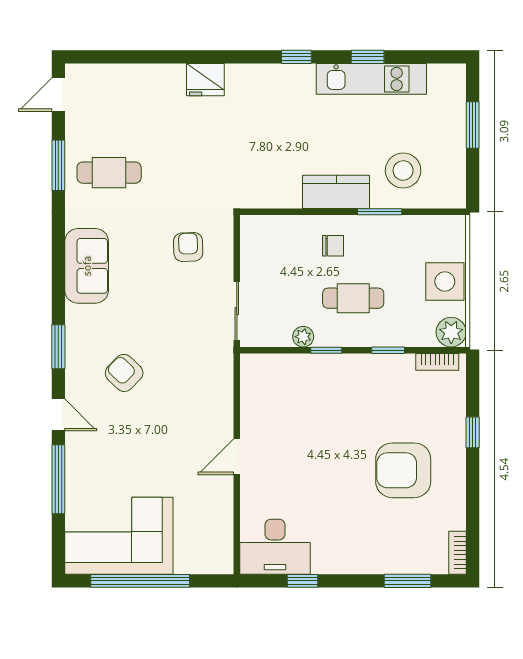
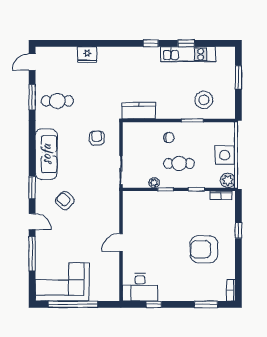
fridge: (205, 80) -> (87, 55), moved
kitchen counter: (336, 192) -> (139, 111), moved
sofa: (87, 266) -> (46, 154), width x1.36

